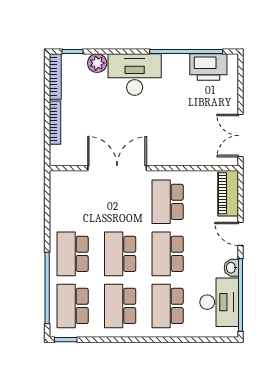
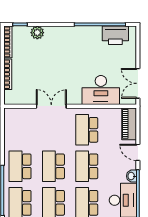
desk: (135, 75) -> (101, 90), moved, turned 180
double door: (117, 168) -> (51, 106), width x0.73

